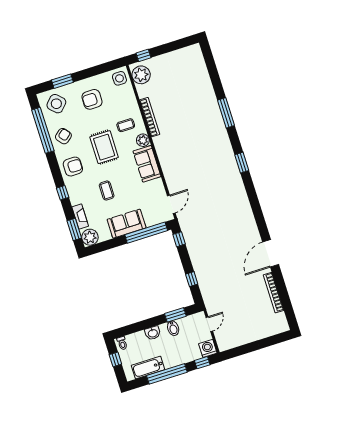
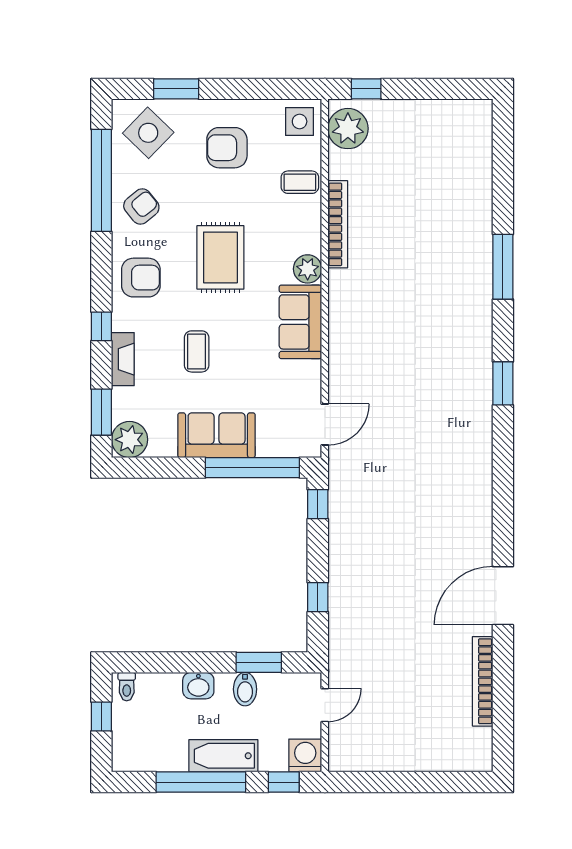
coffee table: (126, 125) -> (300, 182), moved
fireplace: (80, 217) -> (123, 359), moved
bathtub: (148, 367) -> (223, 756), moved

